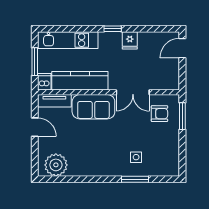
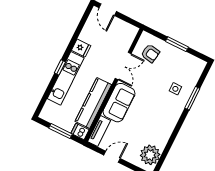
window: (113, 29) -> (60, 67), moved
kitchen unit: (68, 40) -> (66, 78), moved
armchair: (159, 114) -> (150, 53), turned 99
window: (182, 116) -> (177, 44), moved

